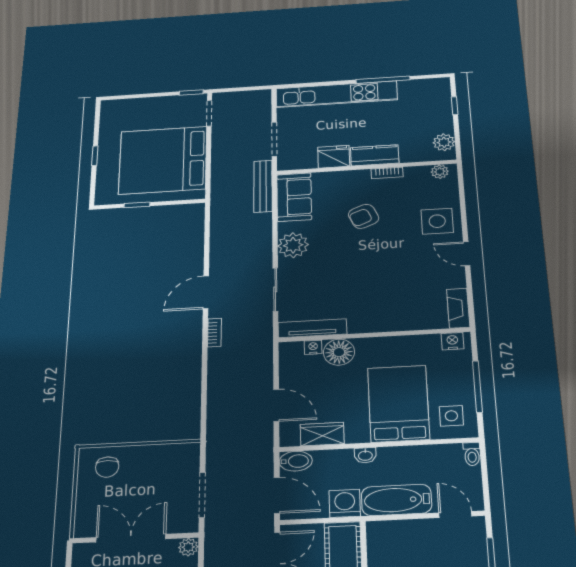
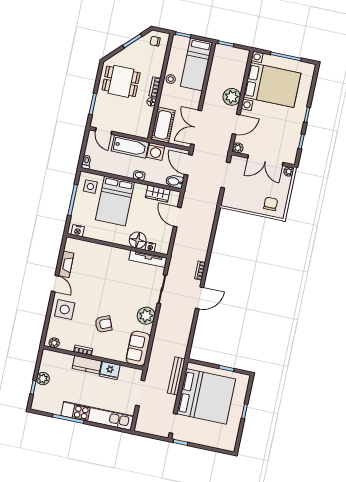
plant: (444, 142) -> (43, 379), moved
bench: (263, 186) -> (176, 376), moved
fireplace: (458, 308) -> (66, 264), moved
plant: (83, 529) -> (289, 171), added

